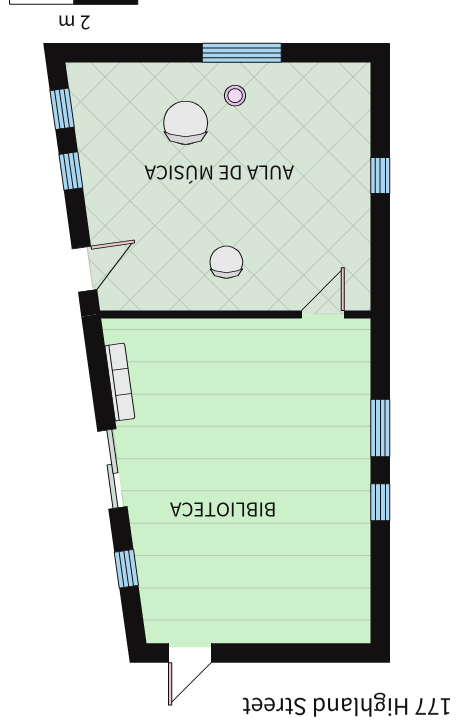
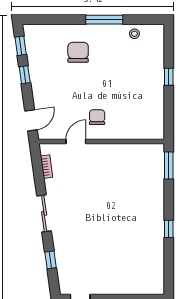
stool: (235, 96) -> (134, 34), moved
door: (323, 314) -> (76, 141), moved
bookcase: (120, 382) -> (47, 167), width x0.64
window: (380, 428) -> (169, 166), moved

